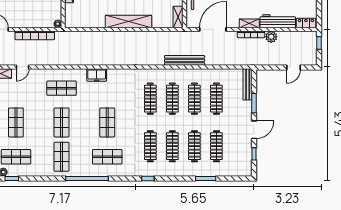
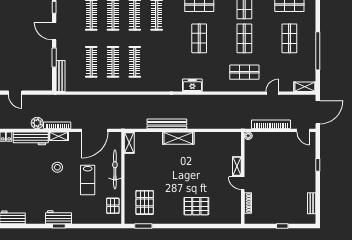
shelving: (128, 21) -> (178, 138), width x0.68
bench: (185, 60) -> (167, 124), moved
door: (23, 67) -> (272, 93), moved
door: (293, 68) -> (15, 93), swing flipped
freezer: (97, 75) -> (192, 85), moved
clothes rail: (150, 99) -> (157, 62), removed
door: (254, 130) -> (54, 31), hinge flipped

